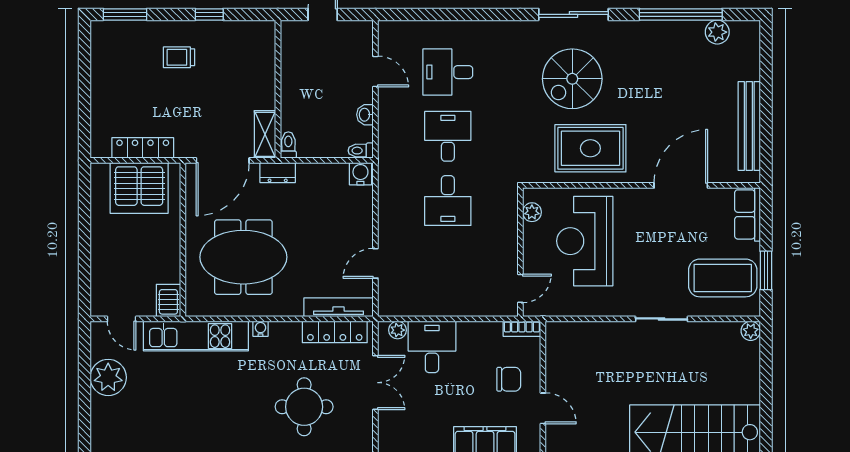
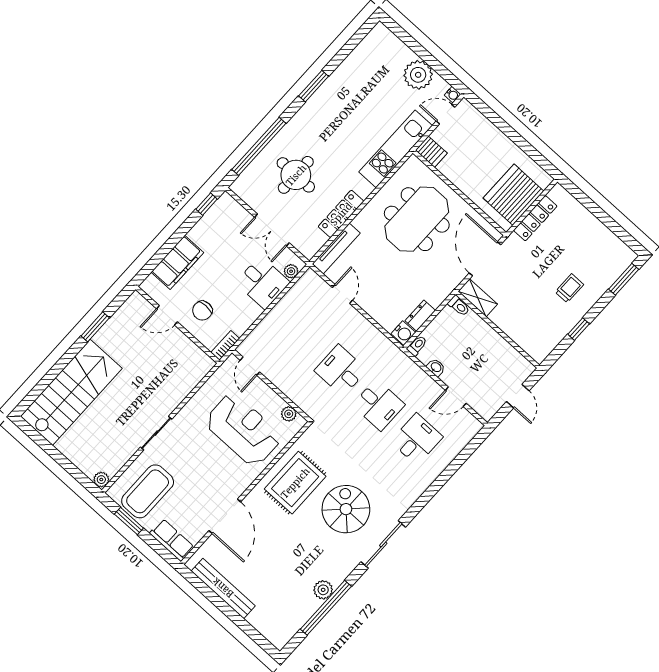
plant: (717, 32) -> (323, 590), moved
dresser: (278, 173) -> (420, 316), moved
water cooler: (261, 329) -> (453, 95), moved
locker: (335, 332) -> (341, 214), moved

